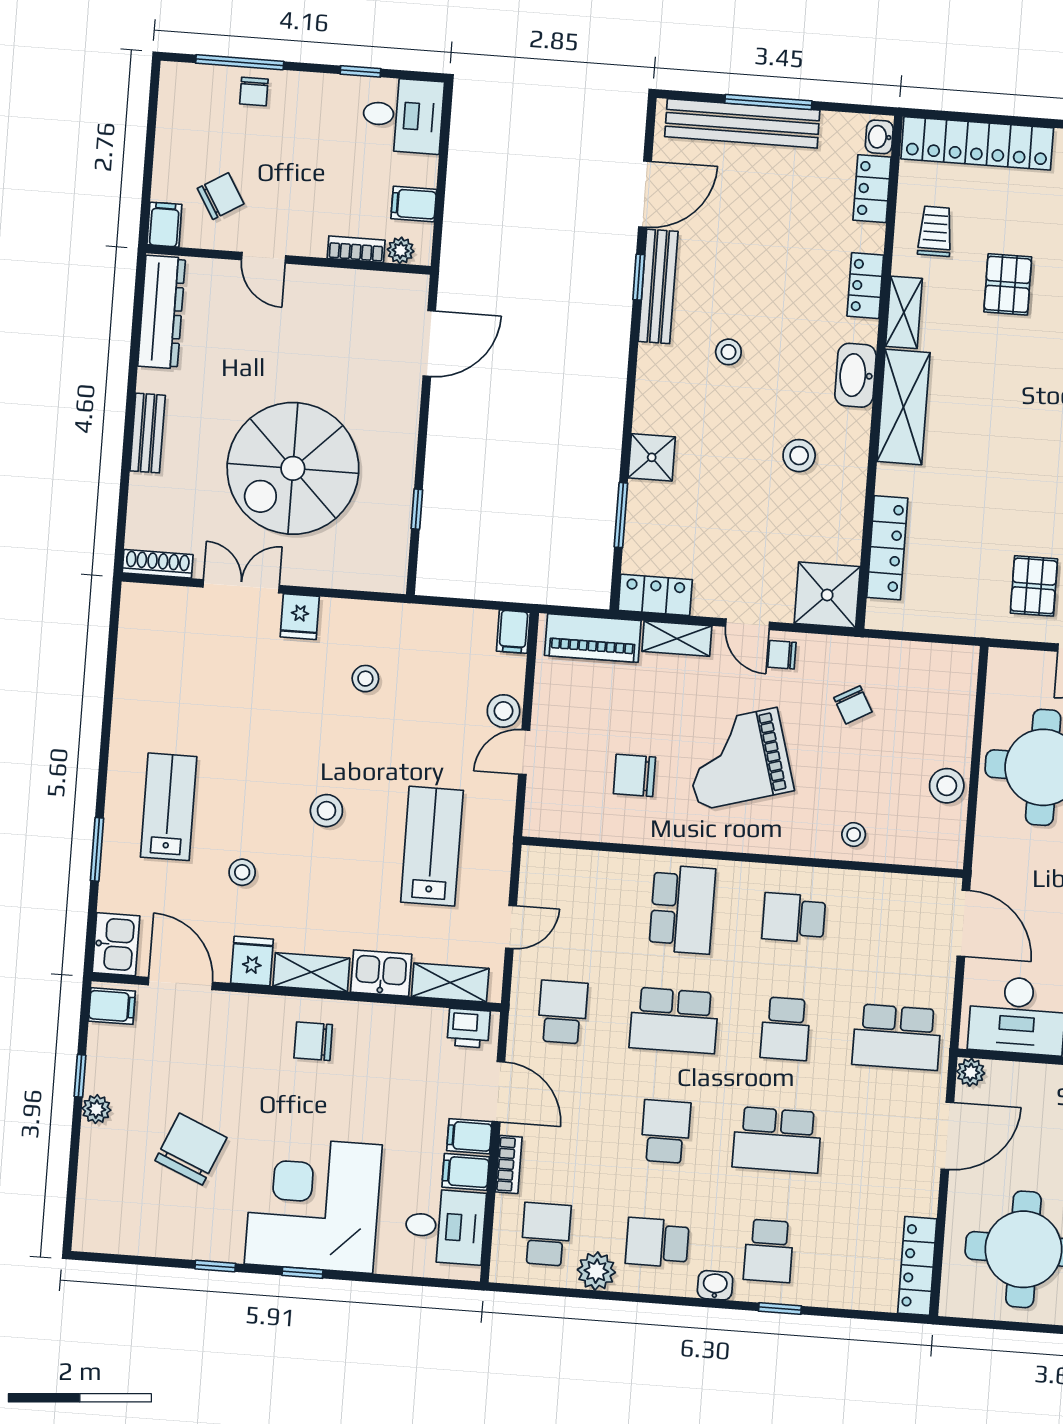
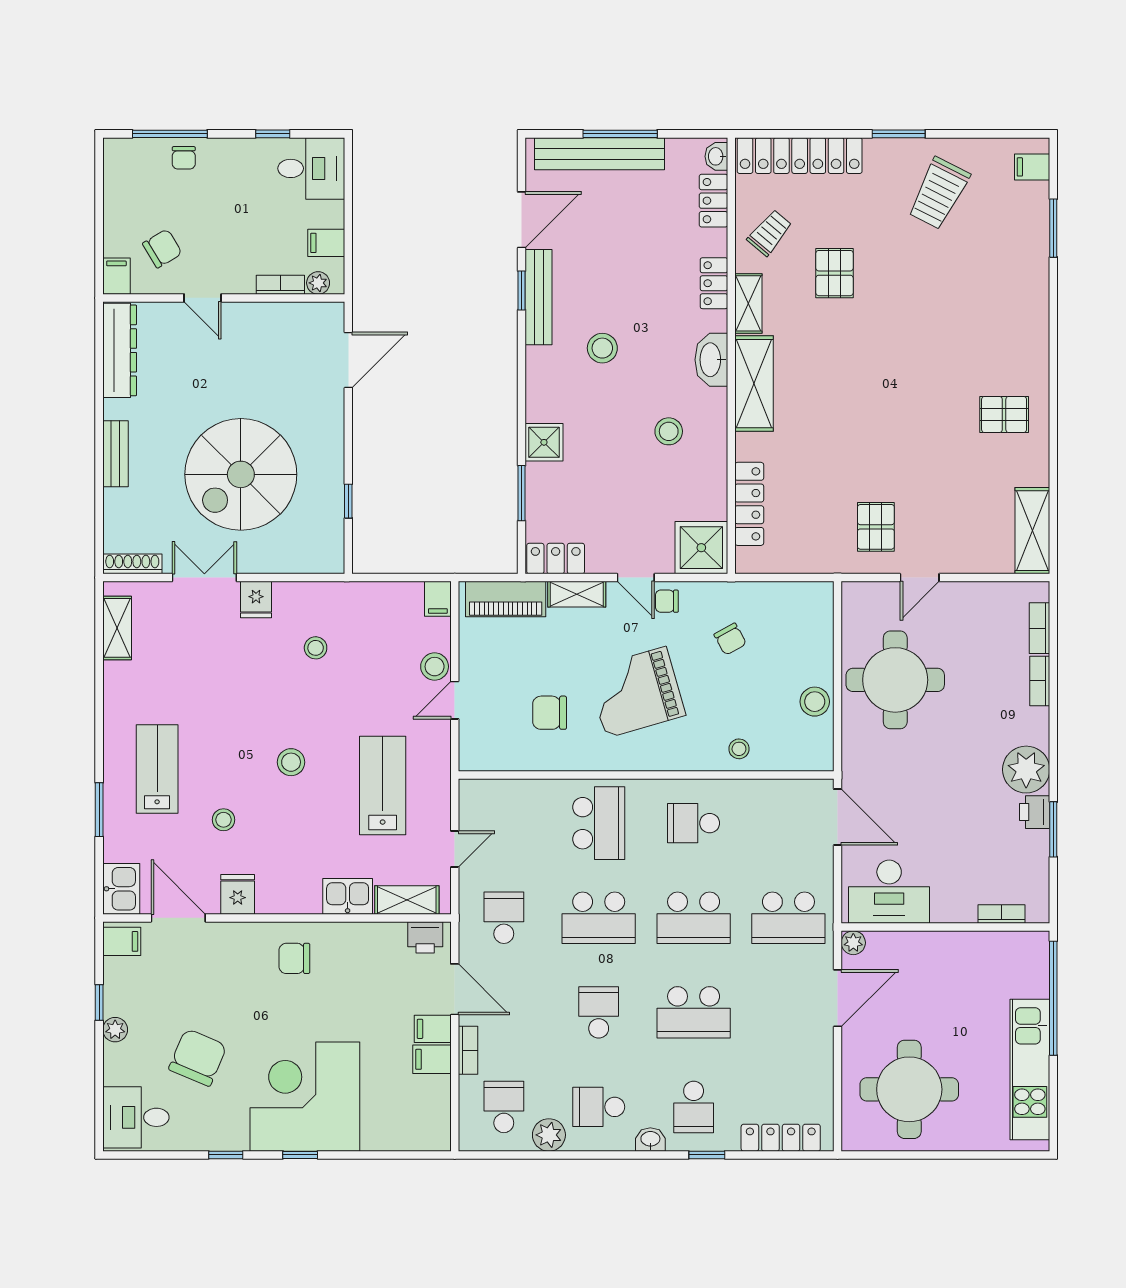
trolley: (935, 231) -> (770, 233), turned 40
stool: (728, 352) -> (602, 348), width x1.37, depth x1.37
shelving: (311, 972) -> (117, 628), moved, turned 90
school desk: (785, 1029) -> (694, 918), width x1.85
desk: (445, 1226) -> (136, 1117), moved, turned 180
locker: (917, 1266) -> (781, 1138), moved, turned 90

